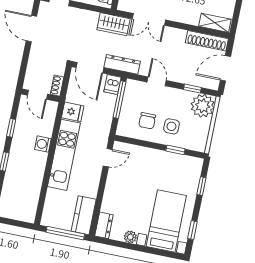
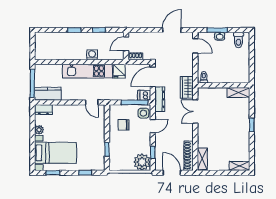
side table: (171, 126) -> (143, 113), moved

